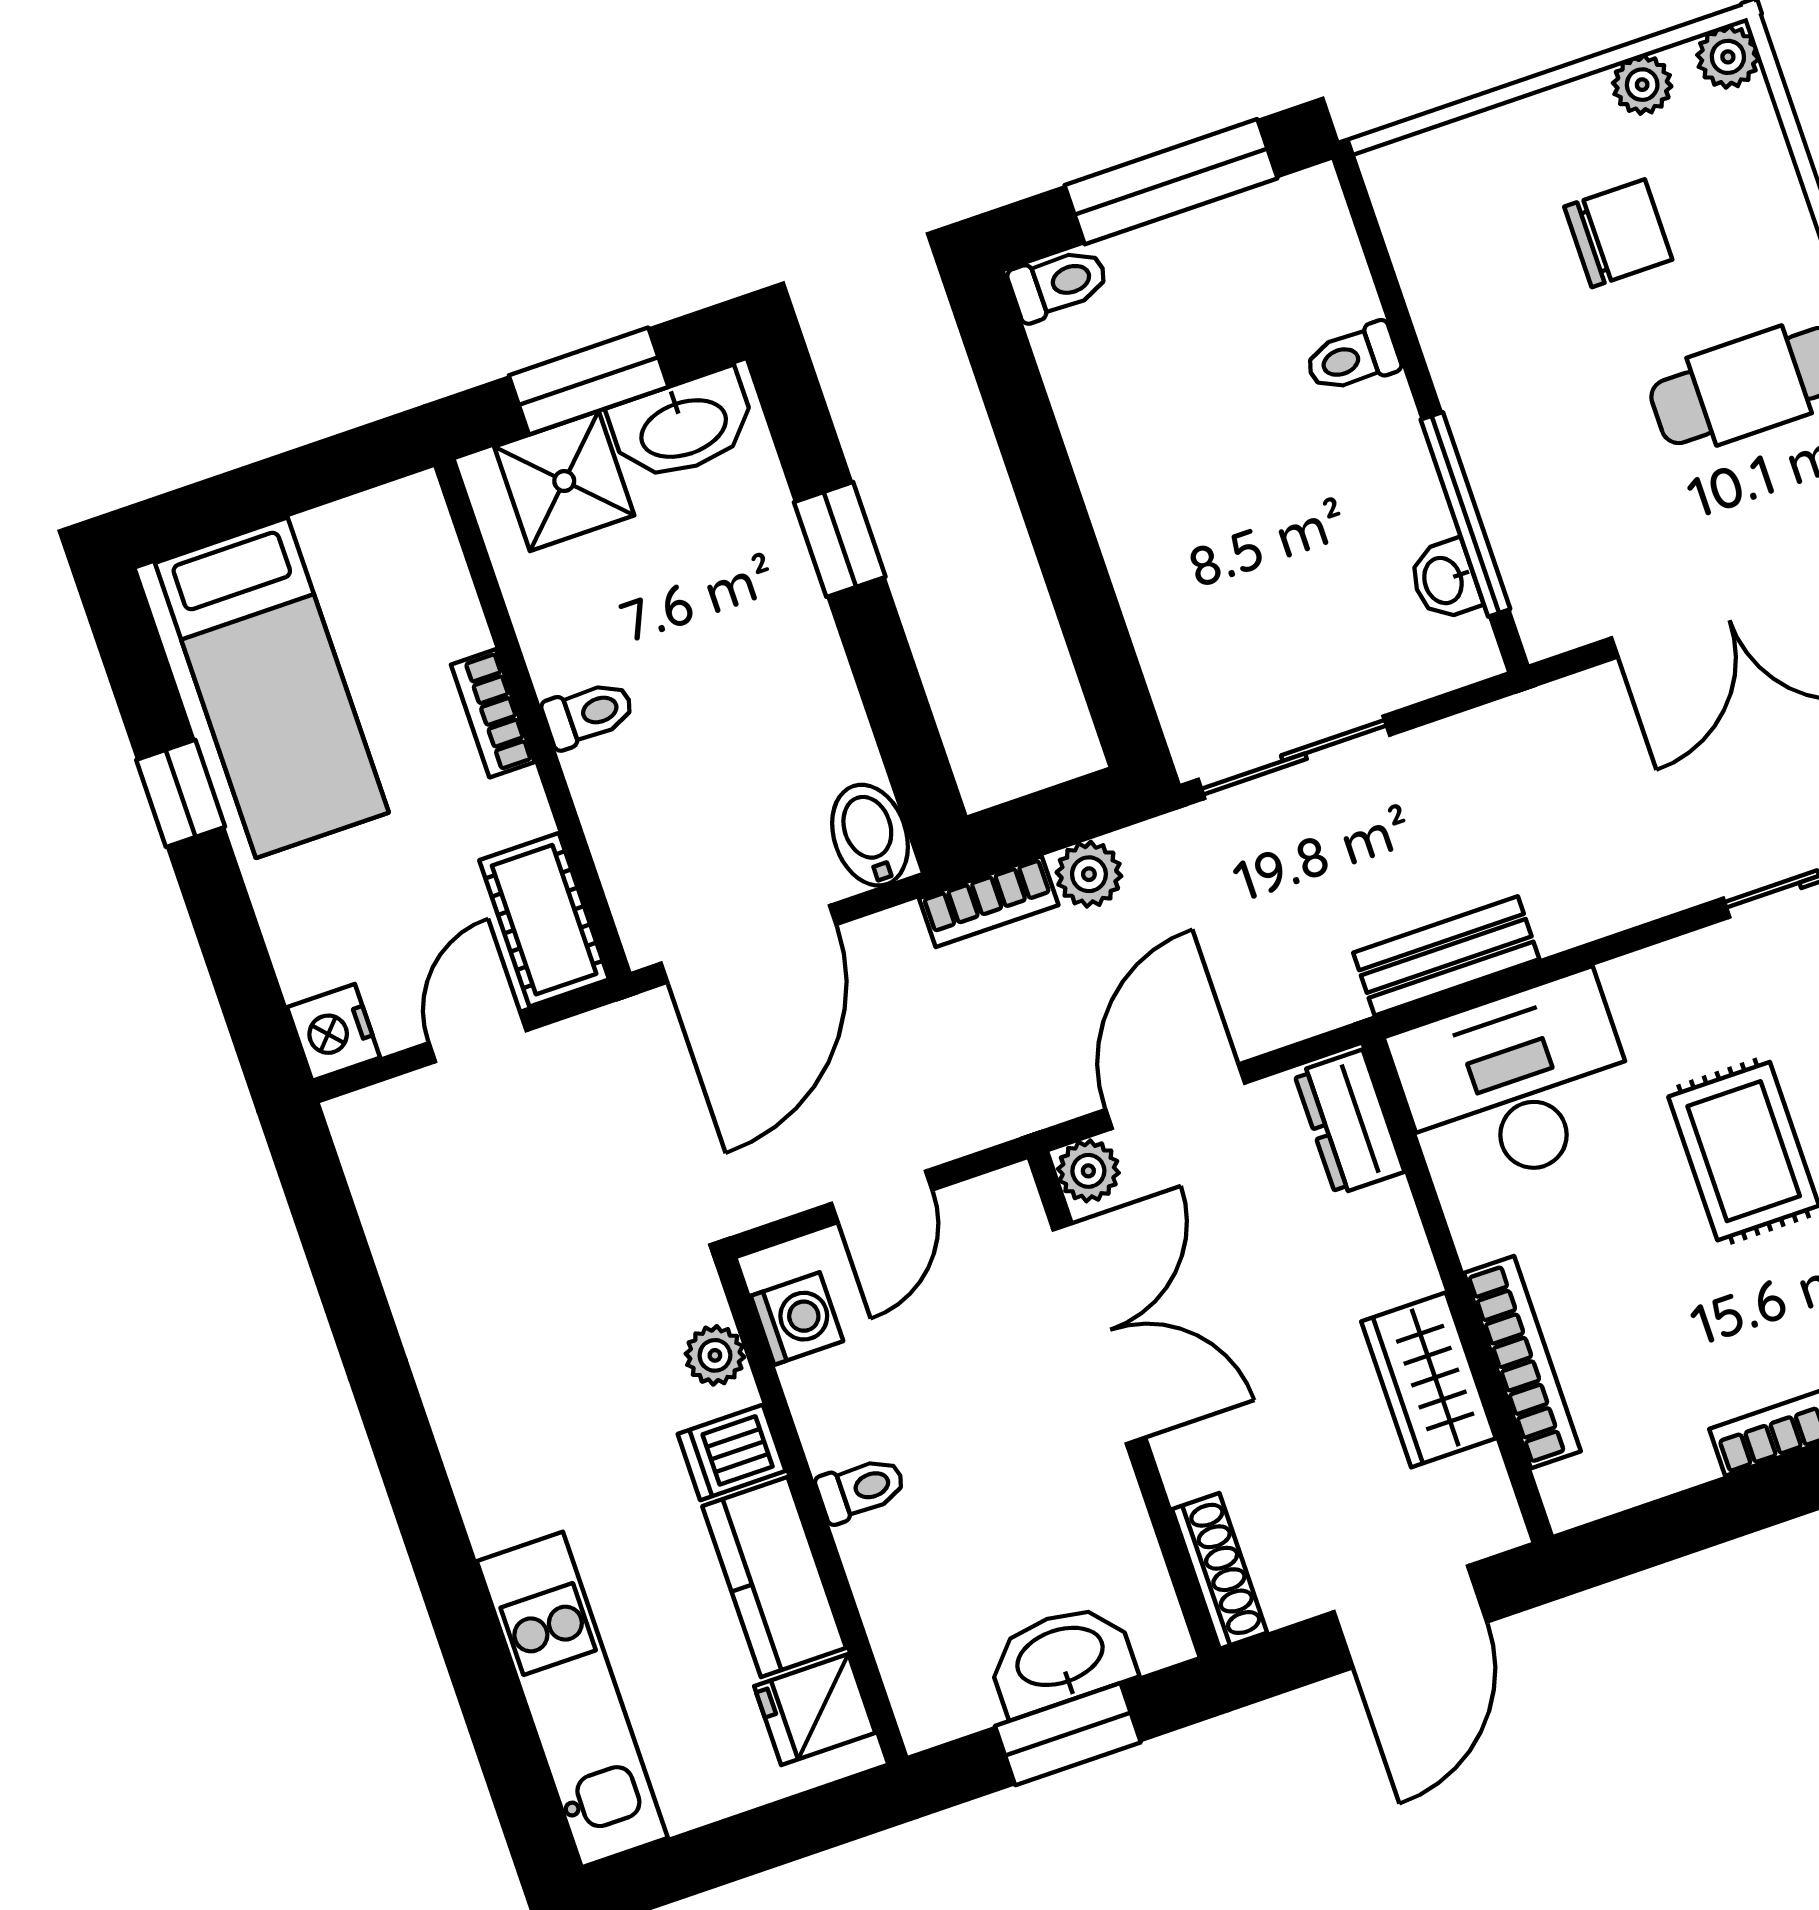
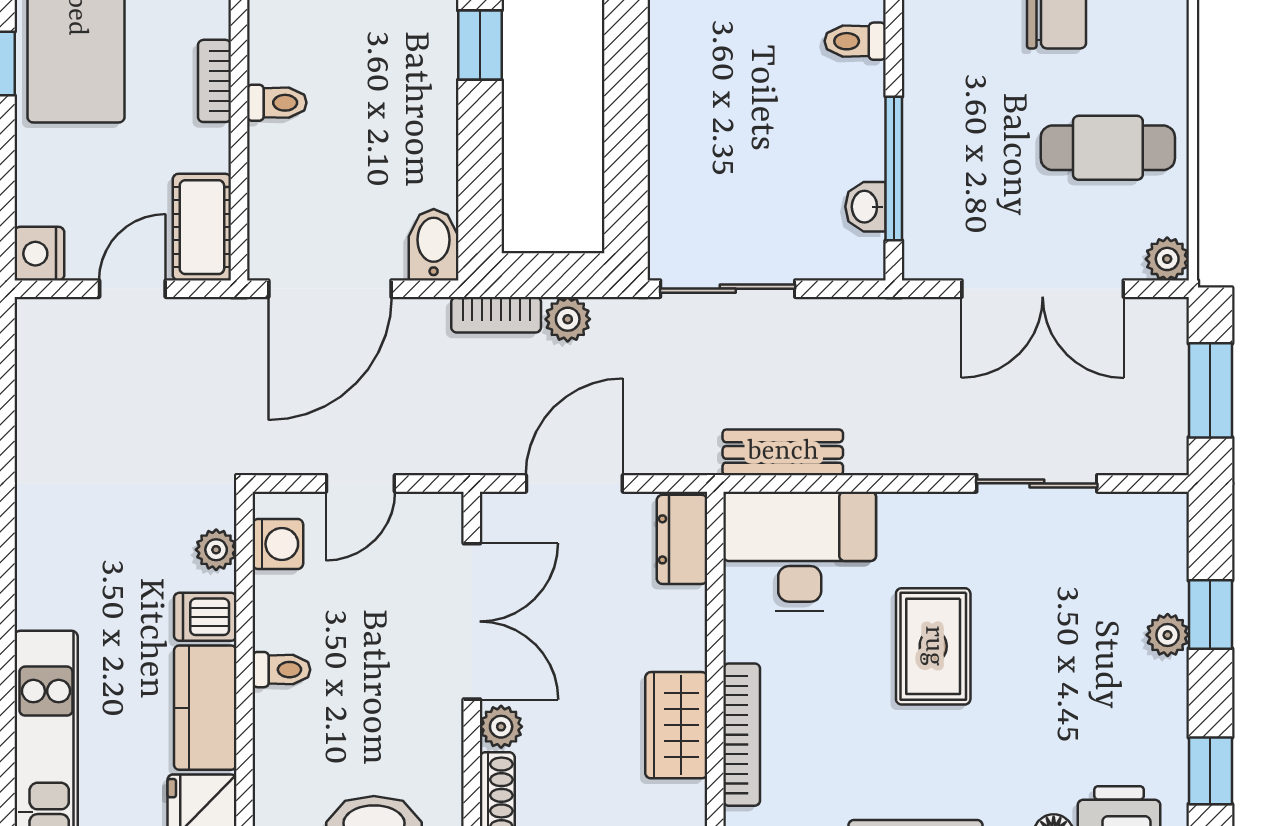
plant: (1088, 1171) -> (501, 727), moved

